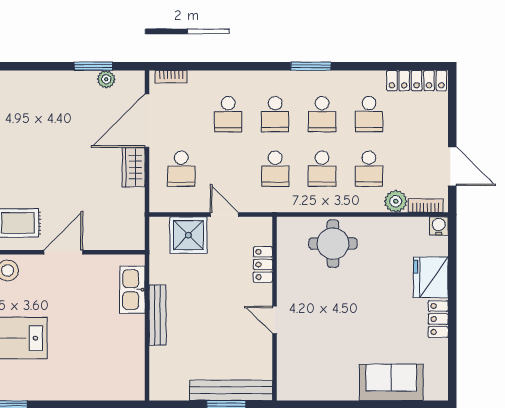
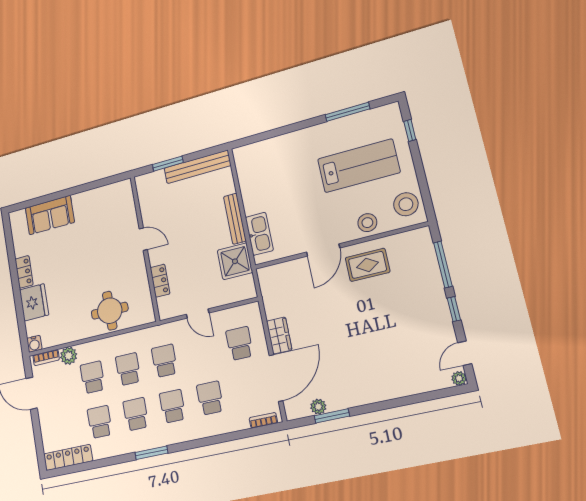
shower: (188, 235) -> (235, 261), moved
bench: (231, 390) -> (197, 167), moved

